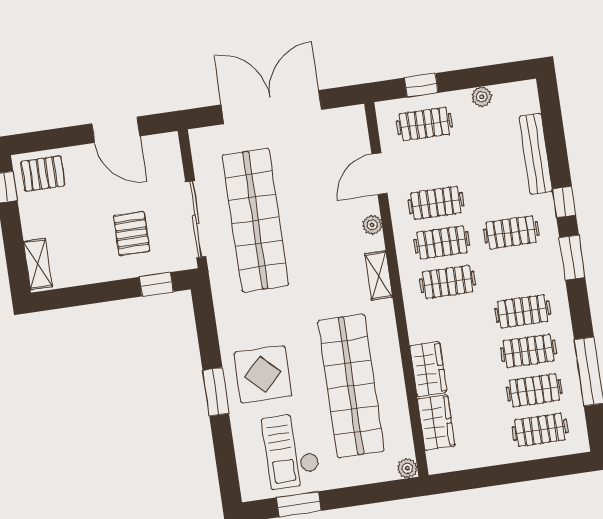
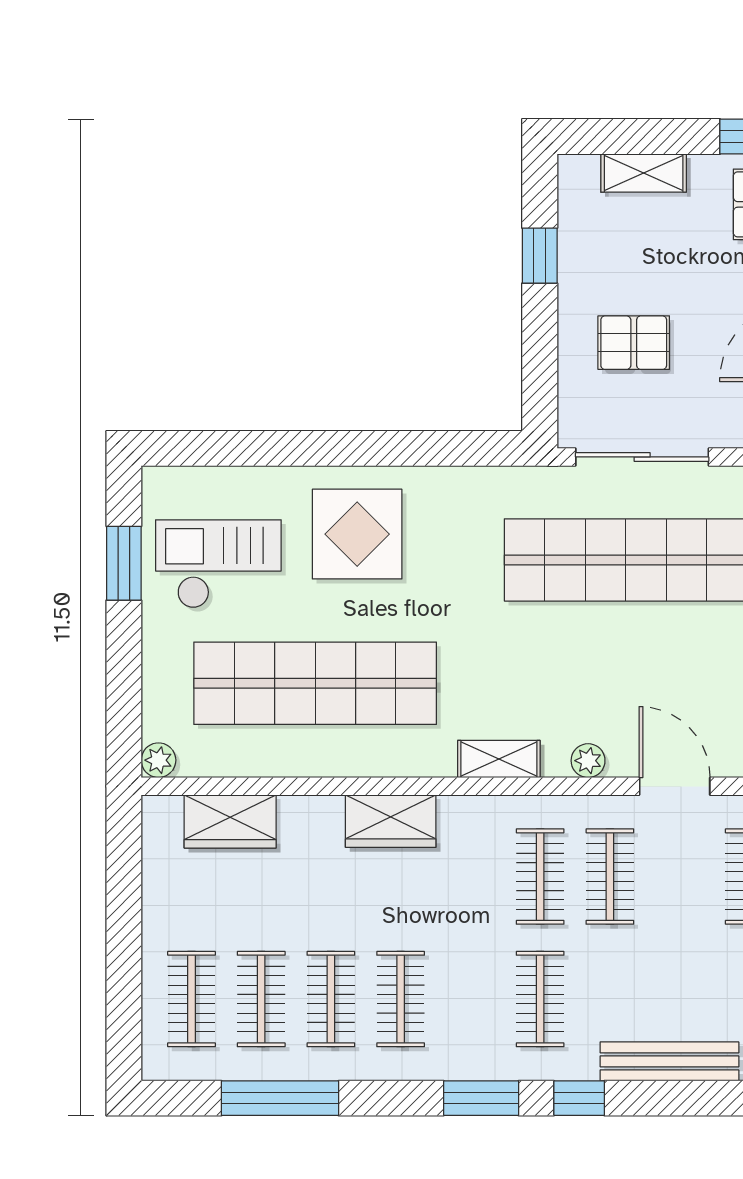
shelving: (38, 264) -> (644, 173), moved
clothes rail: (448, 282) -> (470, 877), removed
window: (156, 284) -> (540, 256), moved
wardrobe: (428, 369) -> (391, 821), moved
window: (216, 392) -> (339, 448), removed

